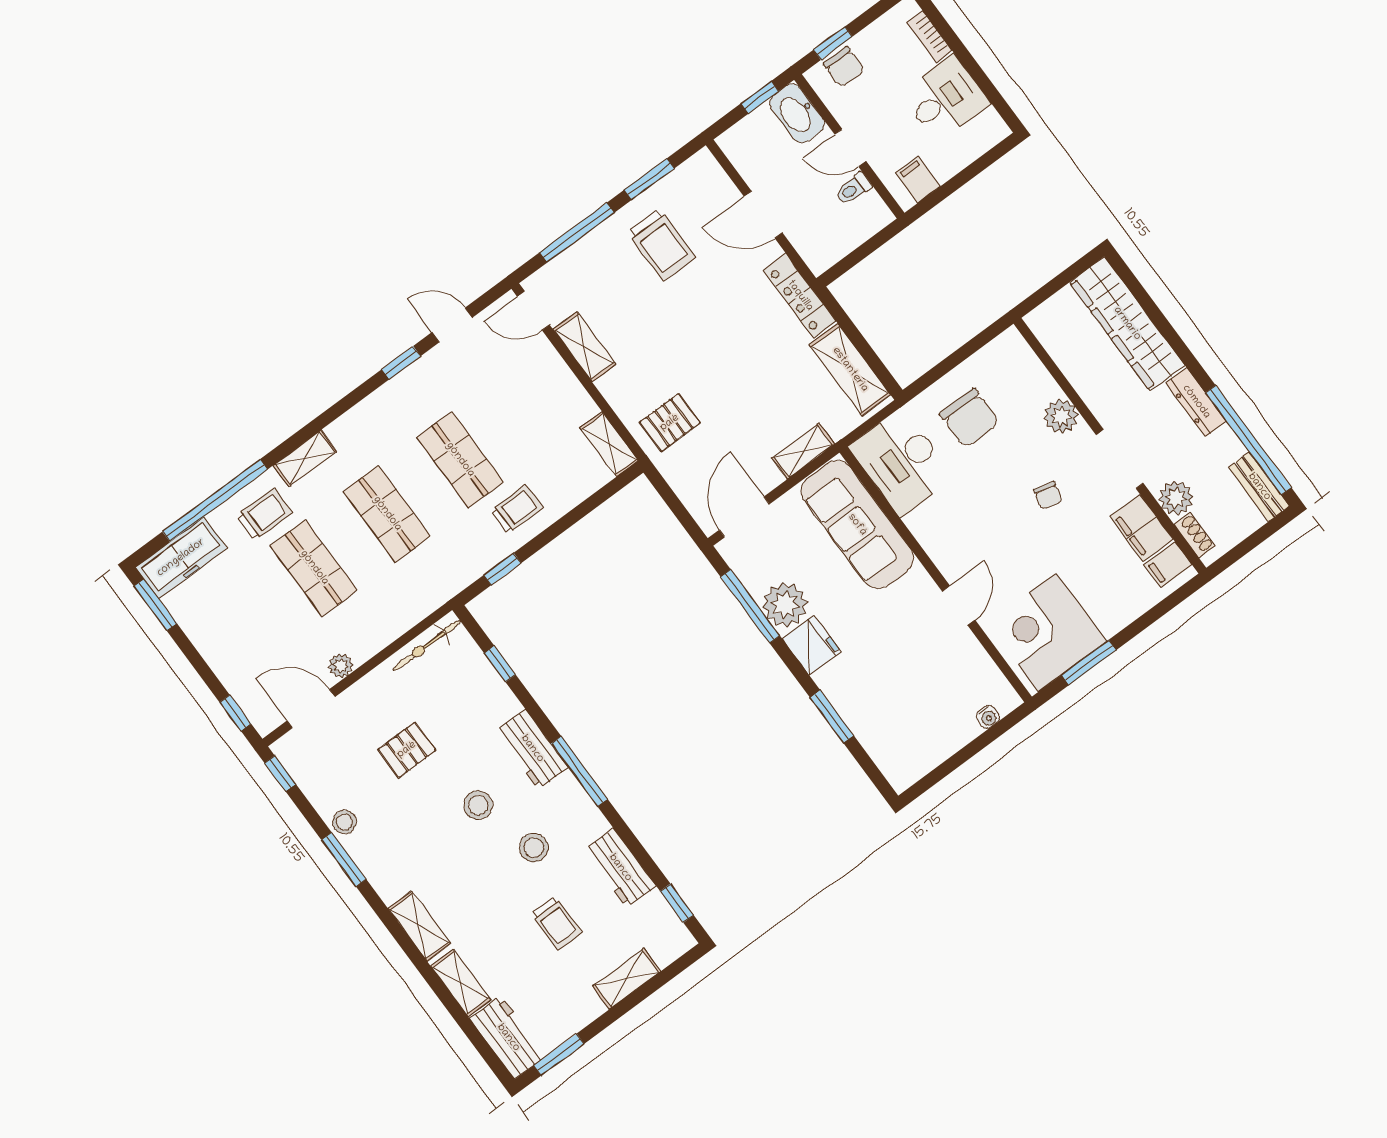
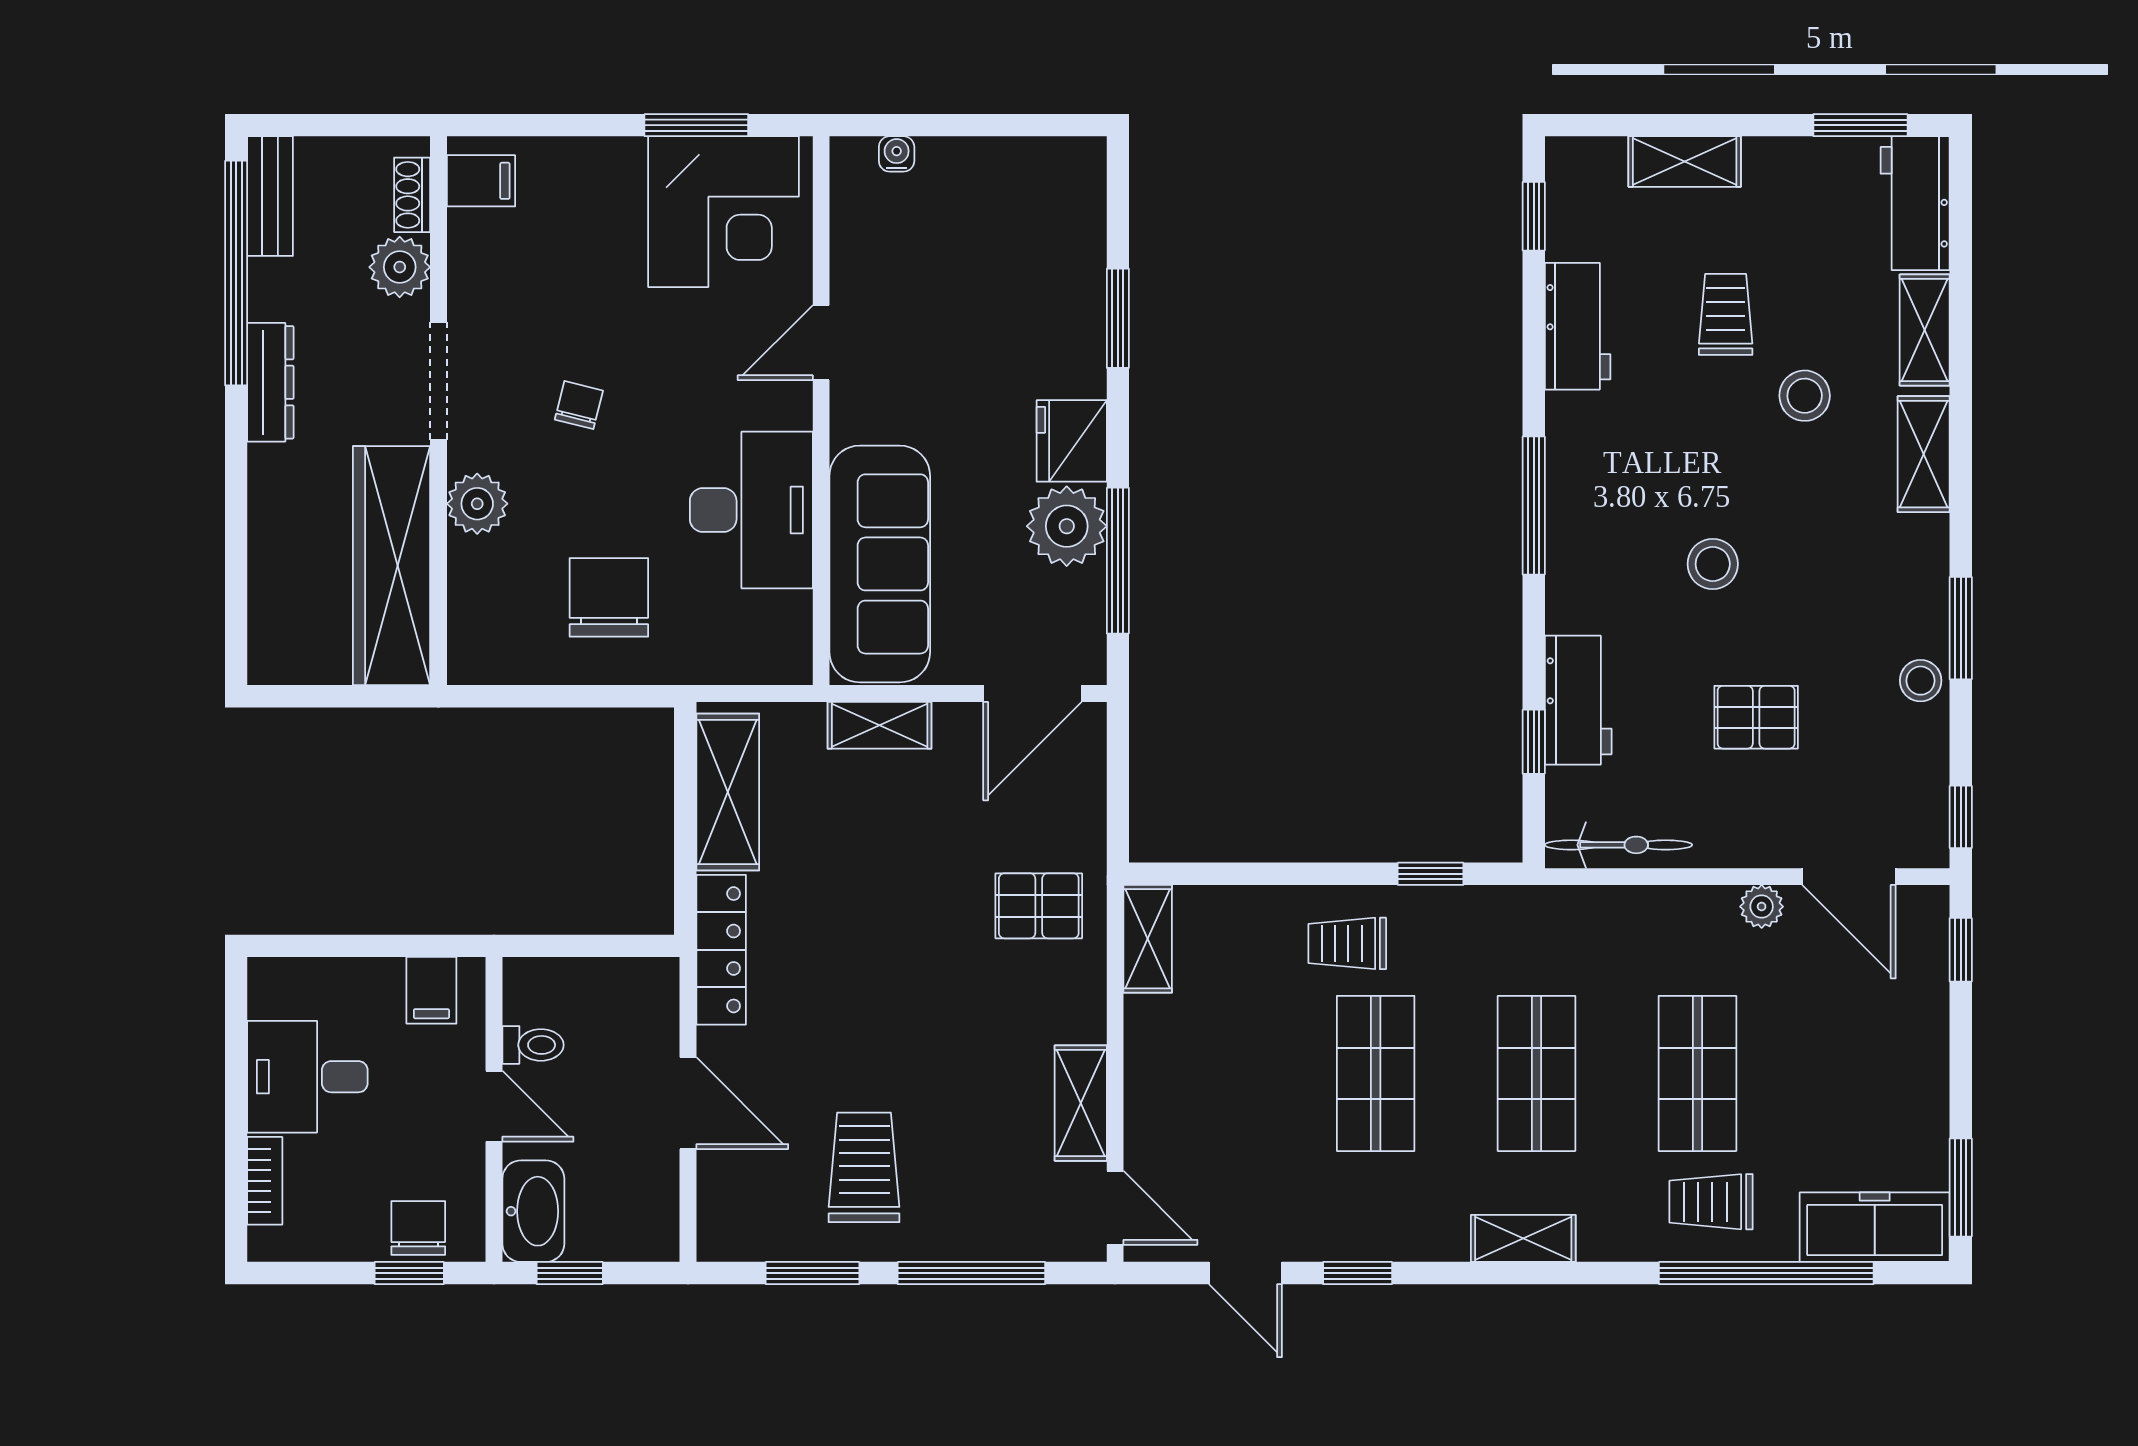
wardrobe: (1127, 324) -> (391, 566), moved, turned 180
shelving: (305, 458) -> (1523, 1238), moved
desk: (901, 462) -> (751, 510), moved
filing cabinet: (1141, 528) -> (480, 261), removed
workbench: (532, 749) -> (1578, 700), moved
stool: (534, 848) -> (1805, 396), moved

